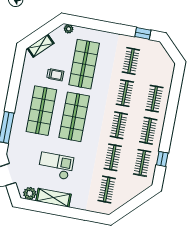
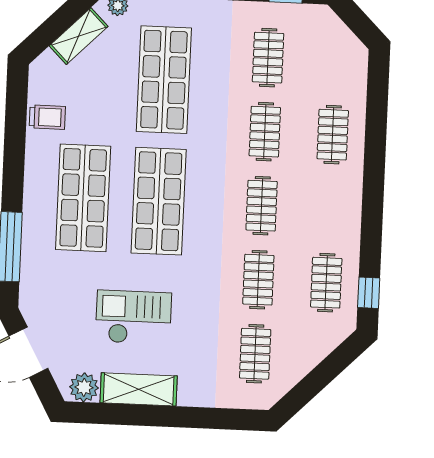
shelving: (41, 46) -> (79, 36), moved
trolley: (55, 75) -> (47, 117), moved
clothes rail: (148, 131) -> (329, 209), removed
window: (162, 159) -> (369, 293), moved

